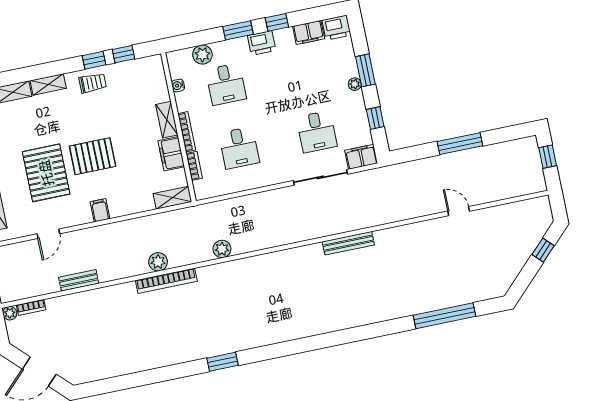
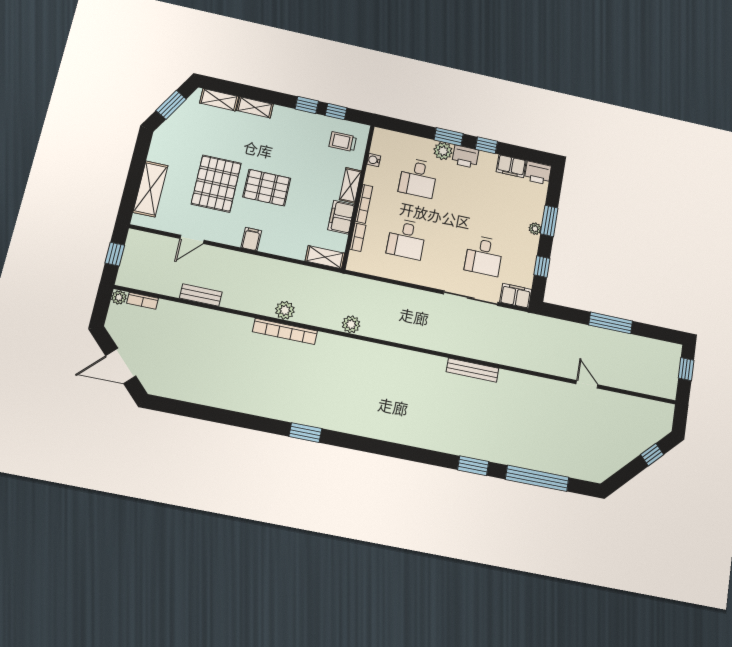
plant: (202, 55) -> (443, 151), moved
trolley: (93, 83) -> (343, 142), moved, turned 180
window: (382, 329) -> (473, 466), added

